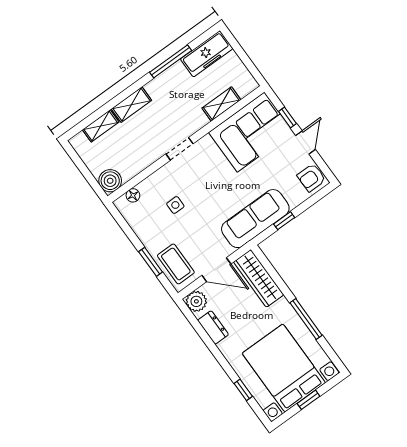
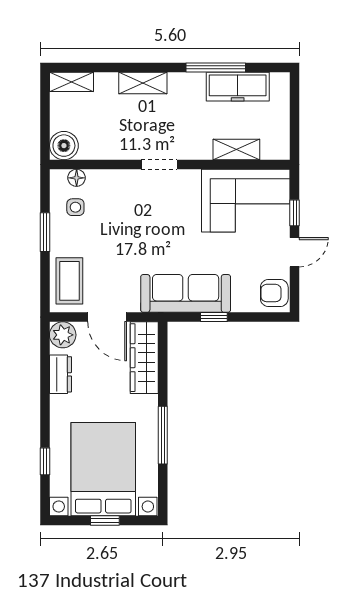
freezer: (207, 54) -> (238, 87), moved
shelving: (101, 126) -> (71, 82), moved
side table: (175, 205) -> (75, 207), moved
window: (151, 262) -> (45, 232), moved

